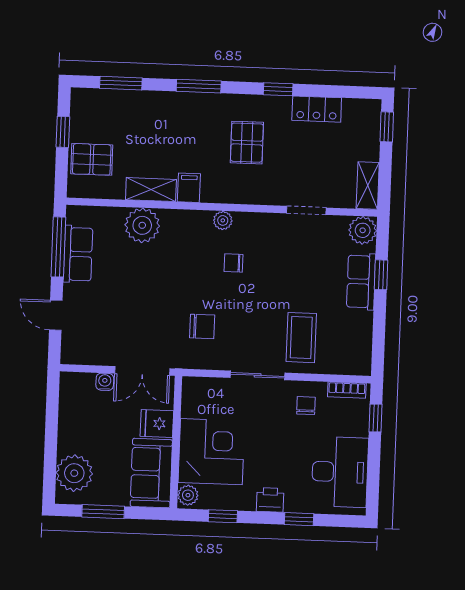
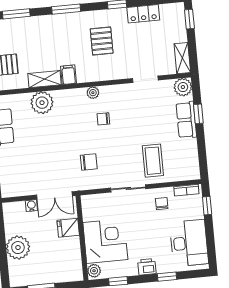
plant: (74, 473) -> (18, 248), moved
sofa: (151, 473) -> (69, 260), removed

